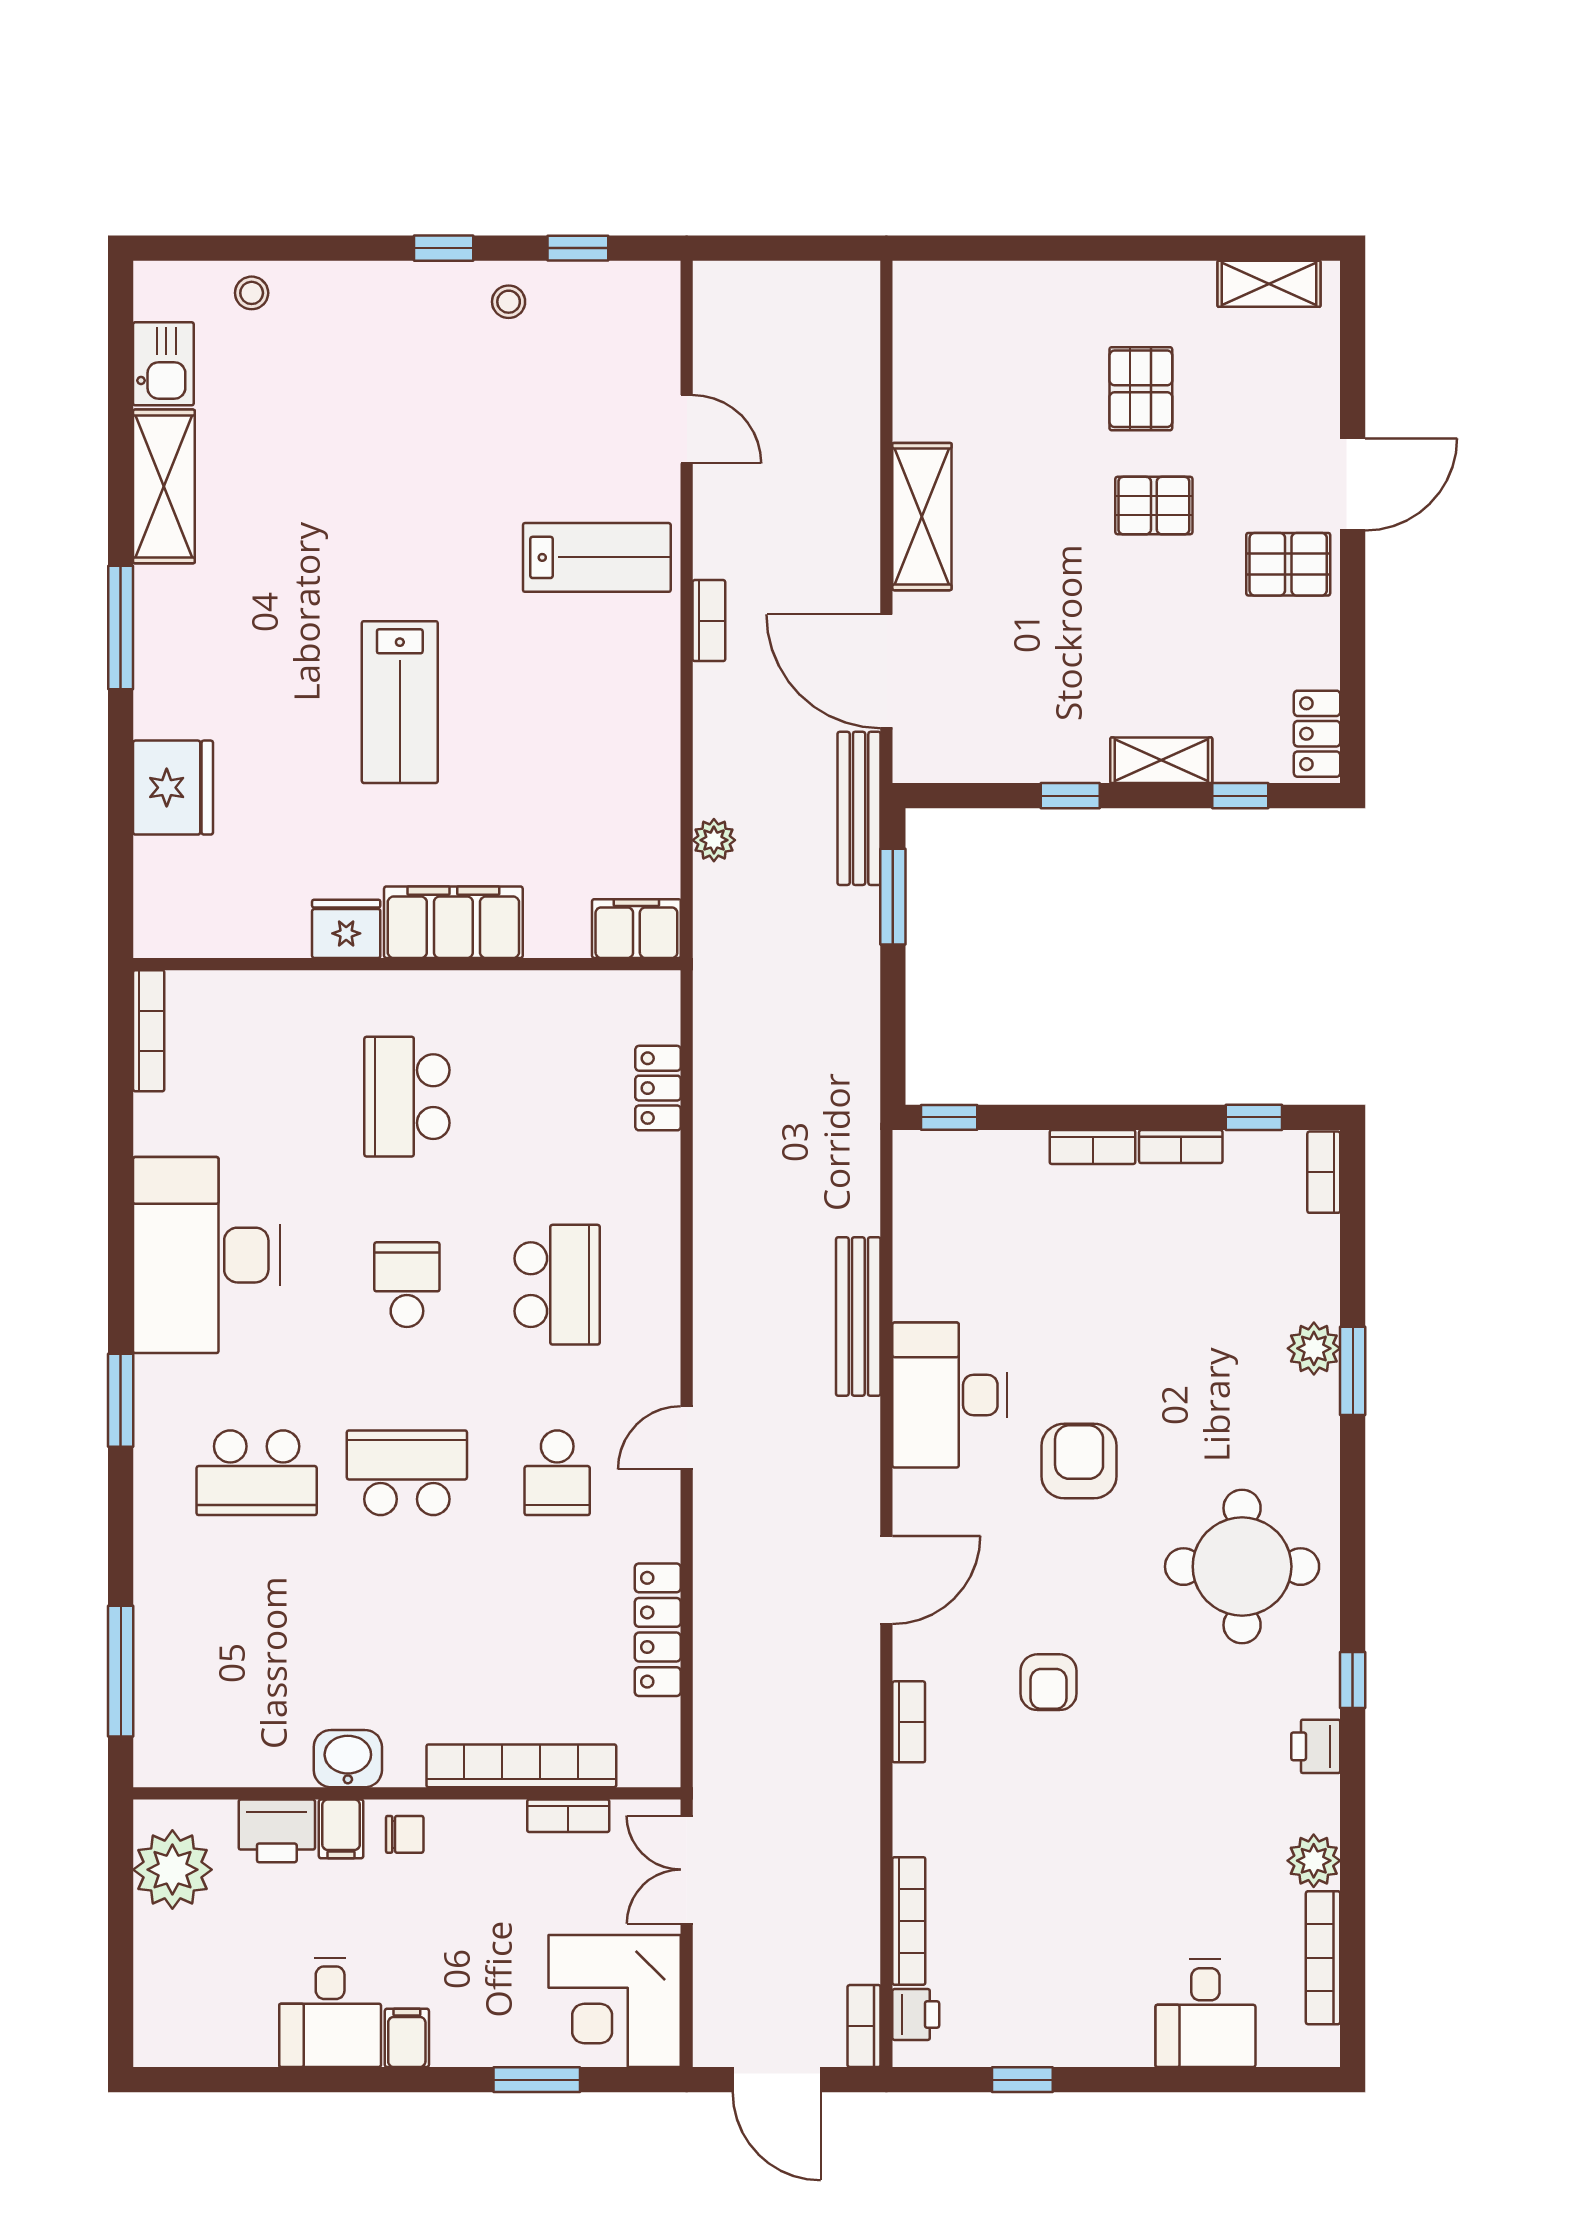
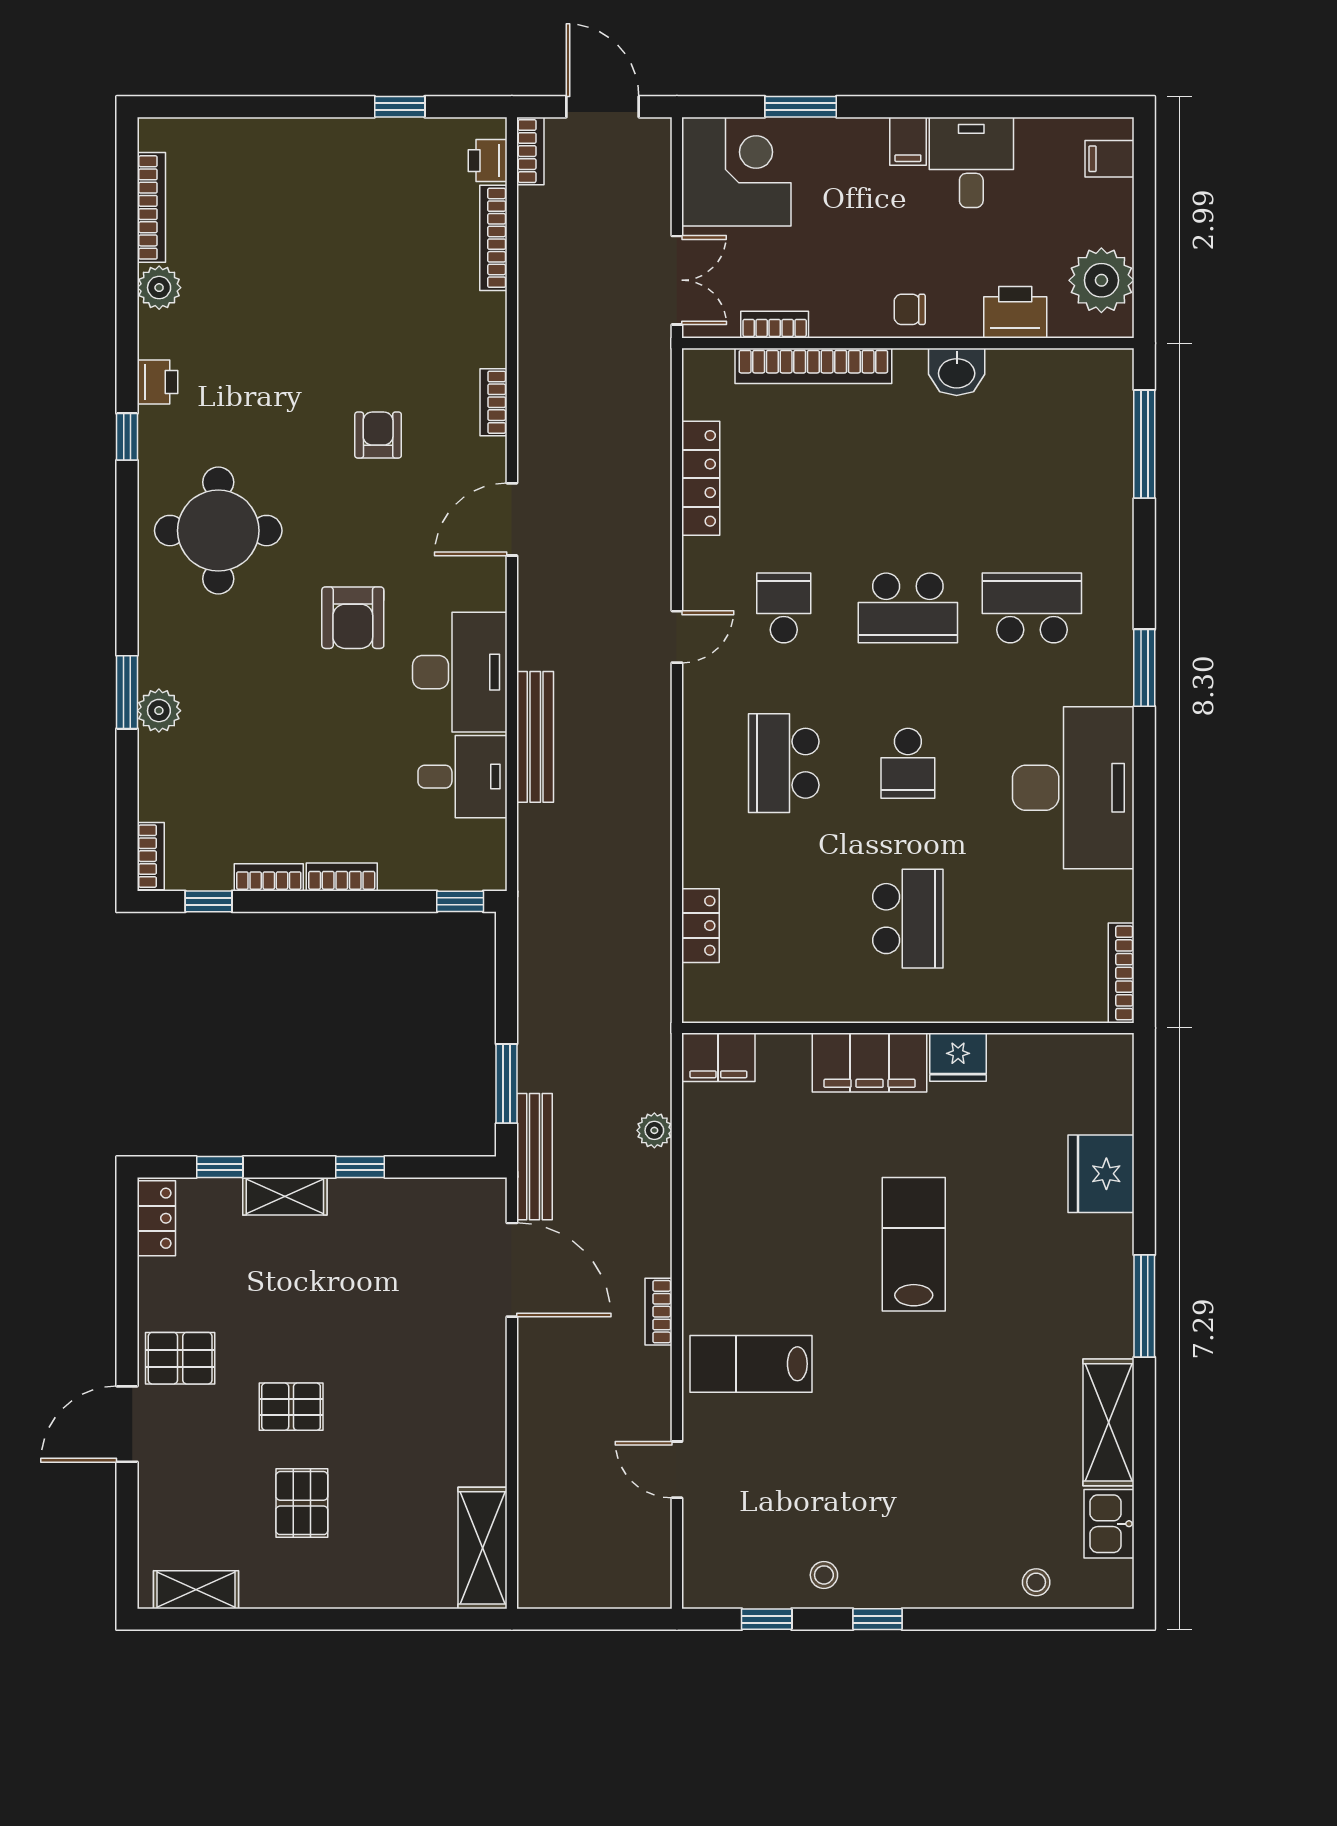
shelving: (922, 517) -> (483, 1548), moved
filing cabinet: (341, 1829) -> (1110, 159), moved, turned -90
desk: (1205, 2013) -> (462, 777), moved, turned 90

